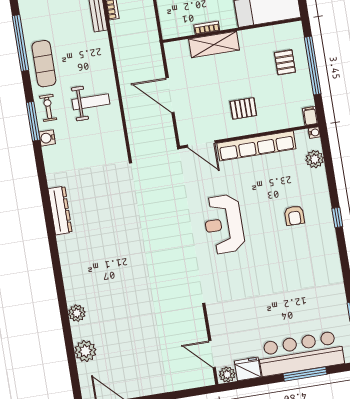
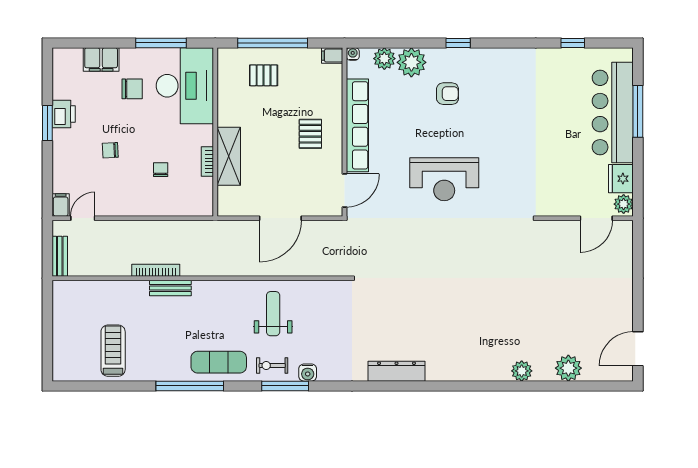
plant: (315, 182) -> (411, 62), added

